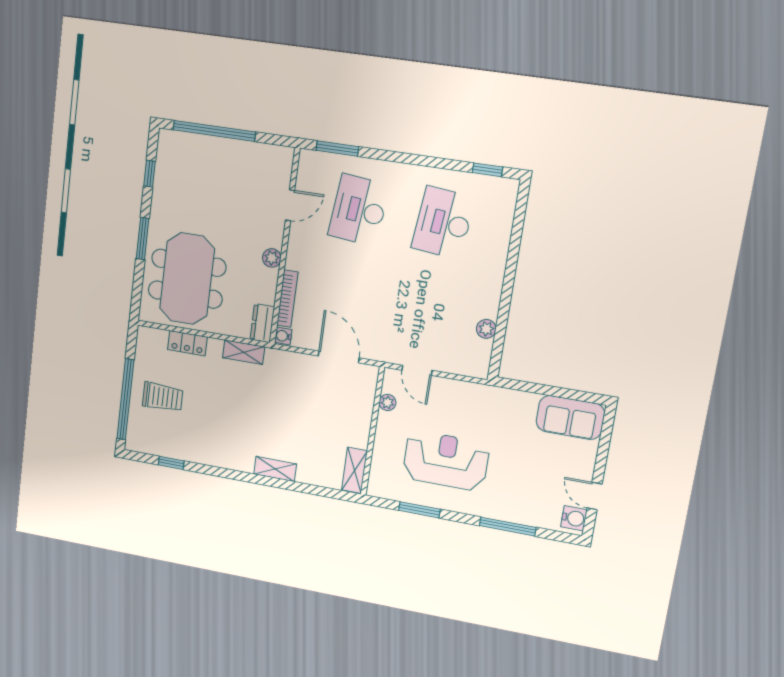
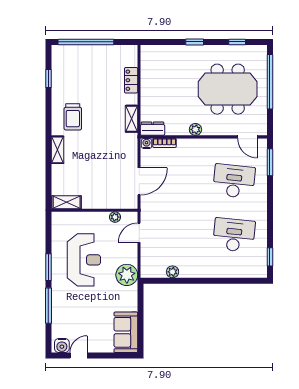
door: (290, 205) -> (247, 137), moved
window: (143, 239) -> (195, 42), width x0.67
meeting table: (187, 279) -> (228, 89), moved
bookcase: (287, 299) -> (165, 143), width x0.64
trolley: (163, 397) -> (73, 117), moved
plant: (480, 400) -> (127, 275), added
window: (419, 510) -> (48, 267), moved

